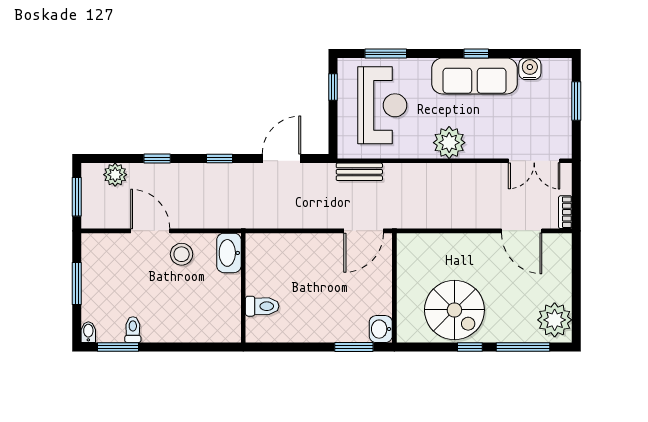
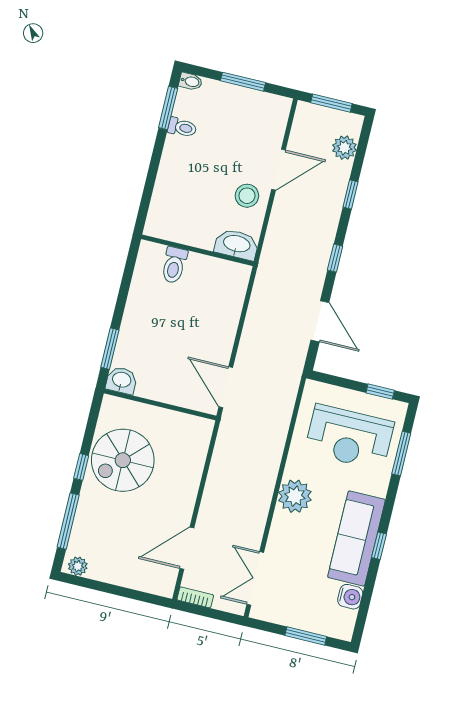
bench: (359, 172) -> (287, 397), removed
plant: (555, 320) -> (78, 566), width x0.53, depth x0.53

